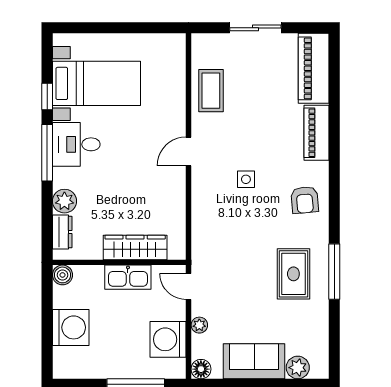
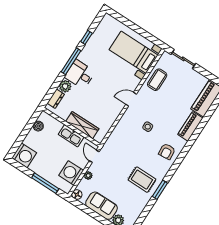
sliding door: (255, 28) -> (183, 59), moved
bed with nightstands: (96, 83) -> (134, 52), moved, turned 180
desk: (76, 144) -> (80, 74), moved
window: (334, 272) -> (160, 190), width x0.69
rug: (293, 274) -> (142, 180), turned 90
boiler: (62, 275) -> (38, 126), moved
washing machine: (71, 327) -> (24, 155), moved

